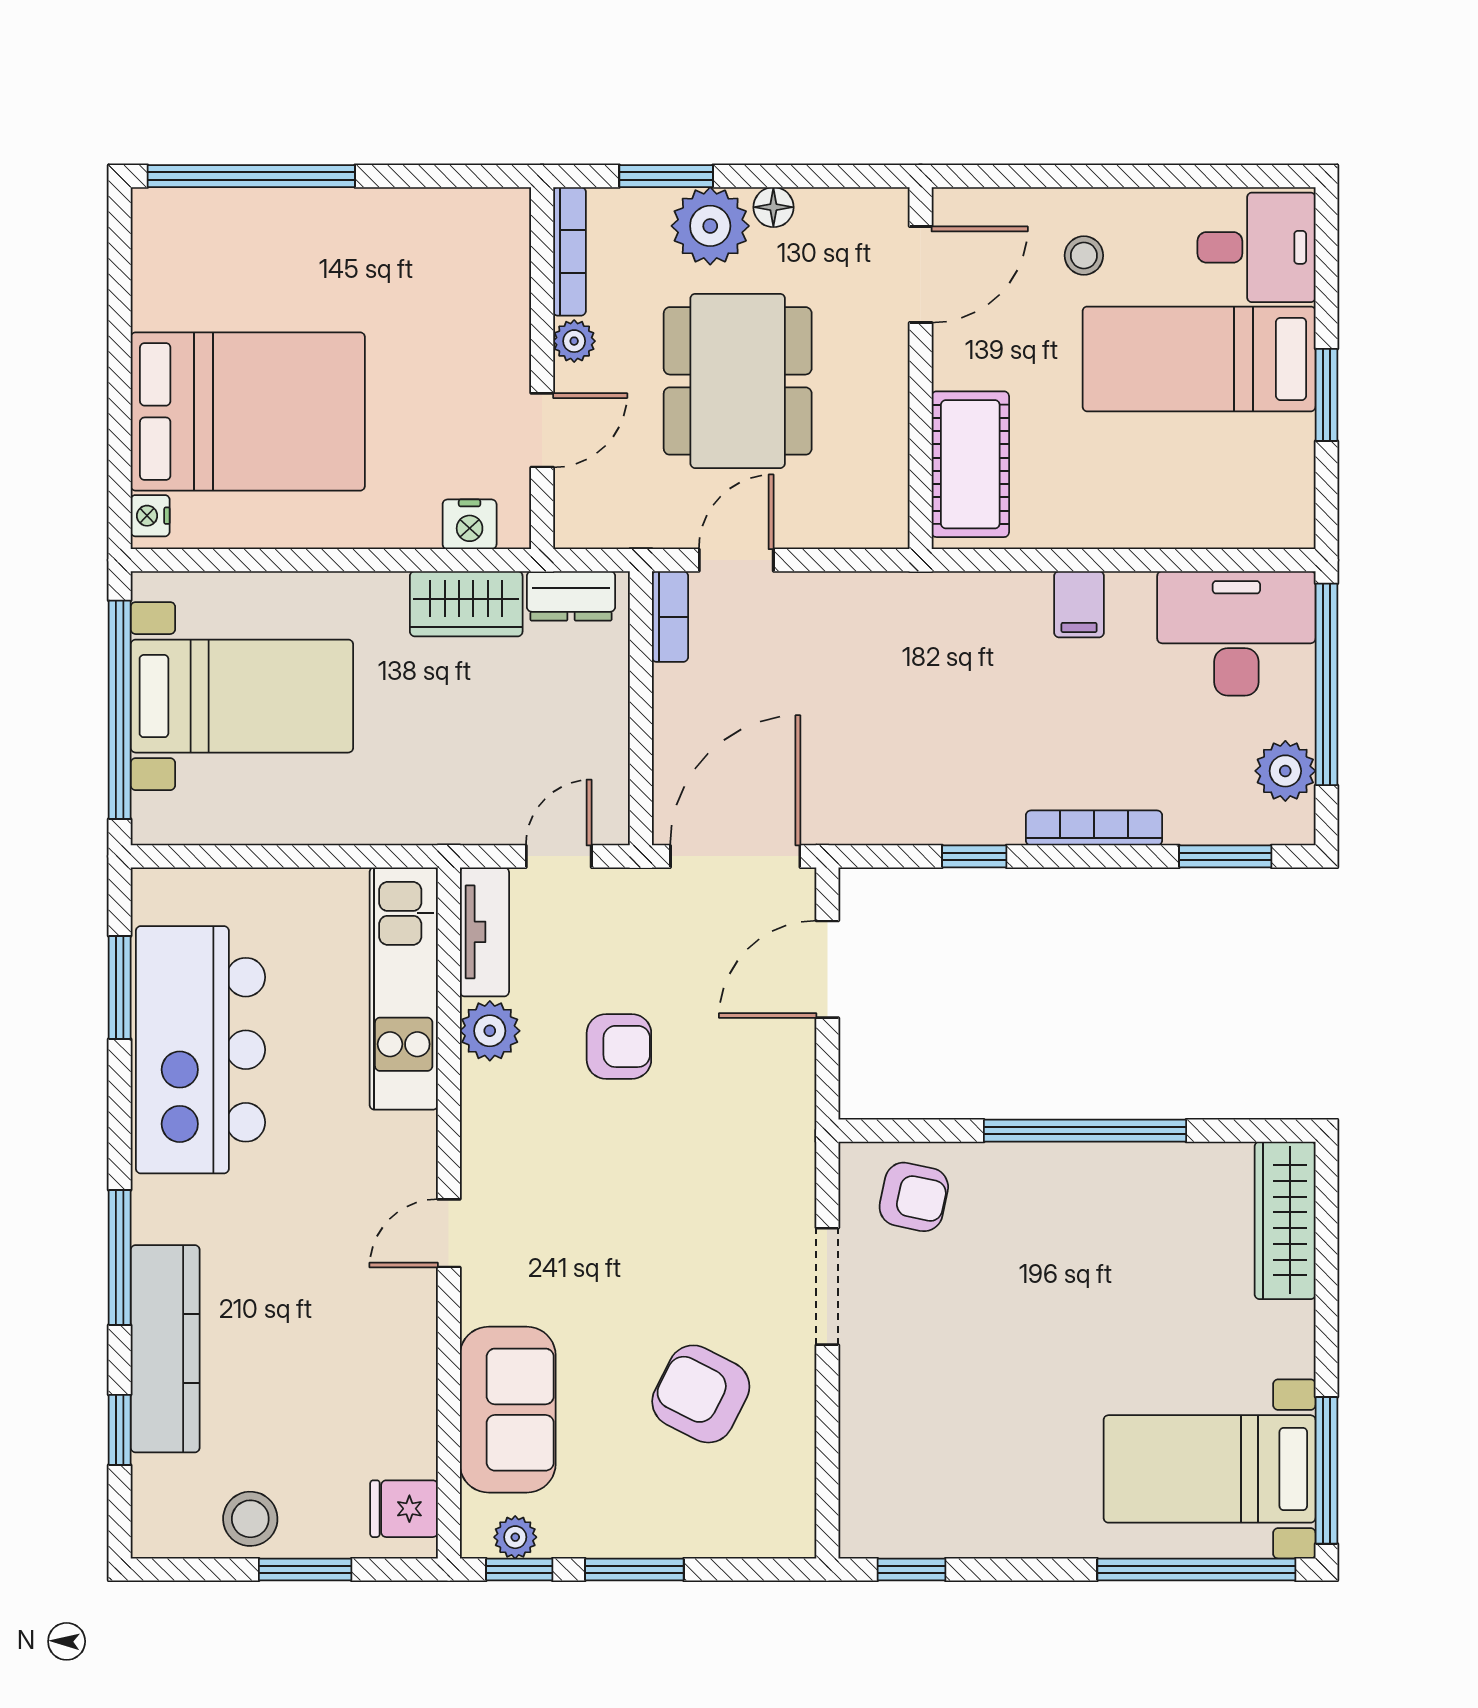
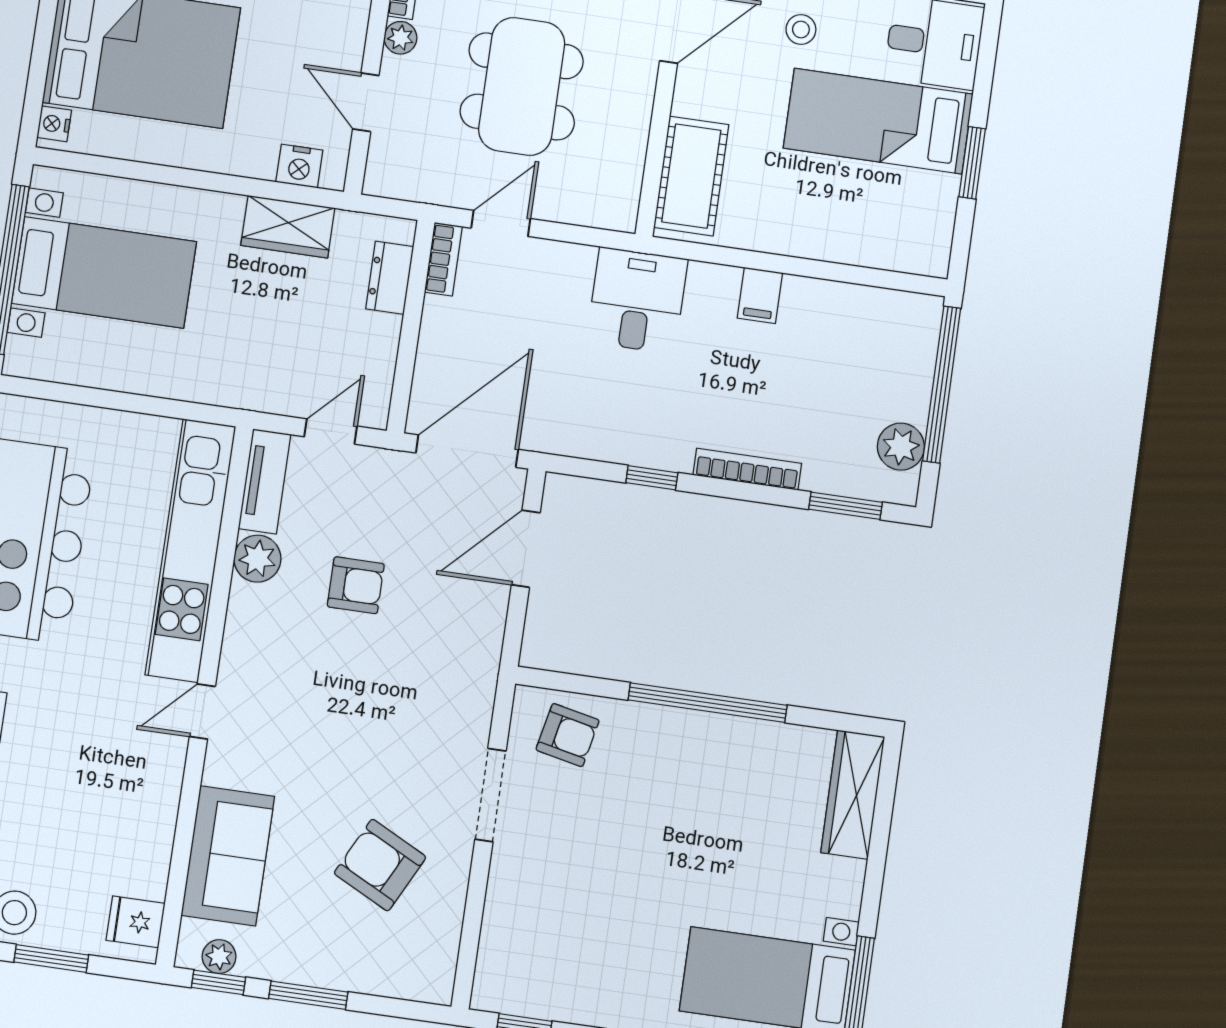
door: (542, 430) -> (366, 102), swing flipped
dresser: (571, 596) -> (390, 278), moved, turned 90
desk: (1236, 633) -> (637, 300), moved, width x0.73
kitchen unit: (404, 988) -> (190, 550), width x1.36

